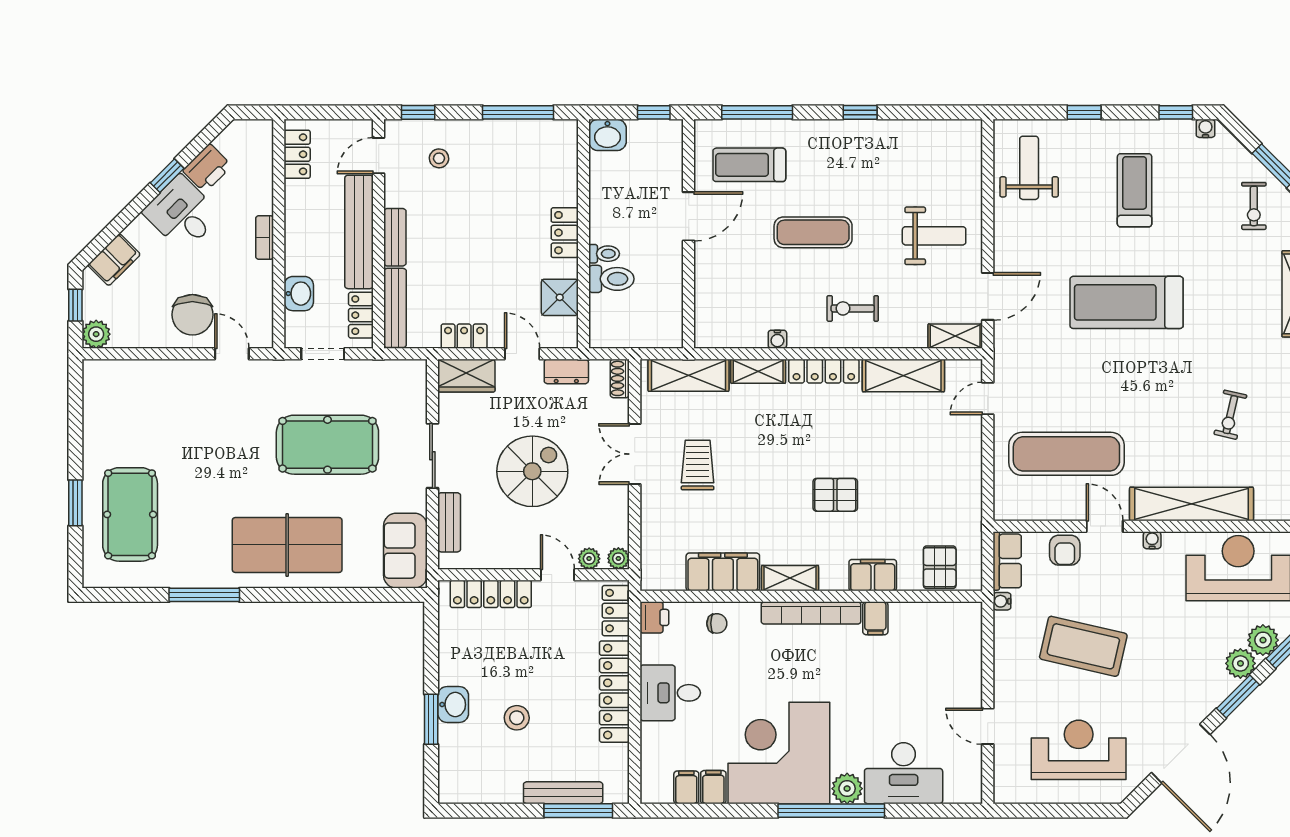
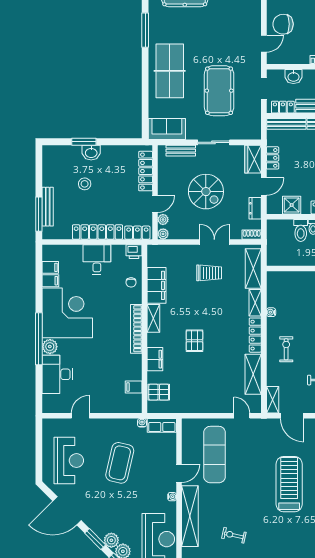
armchair: (1065, 550) -> (167, 454), removed
filing cabinet: (875, 618) -> (134, 387), moved

